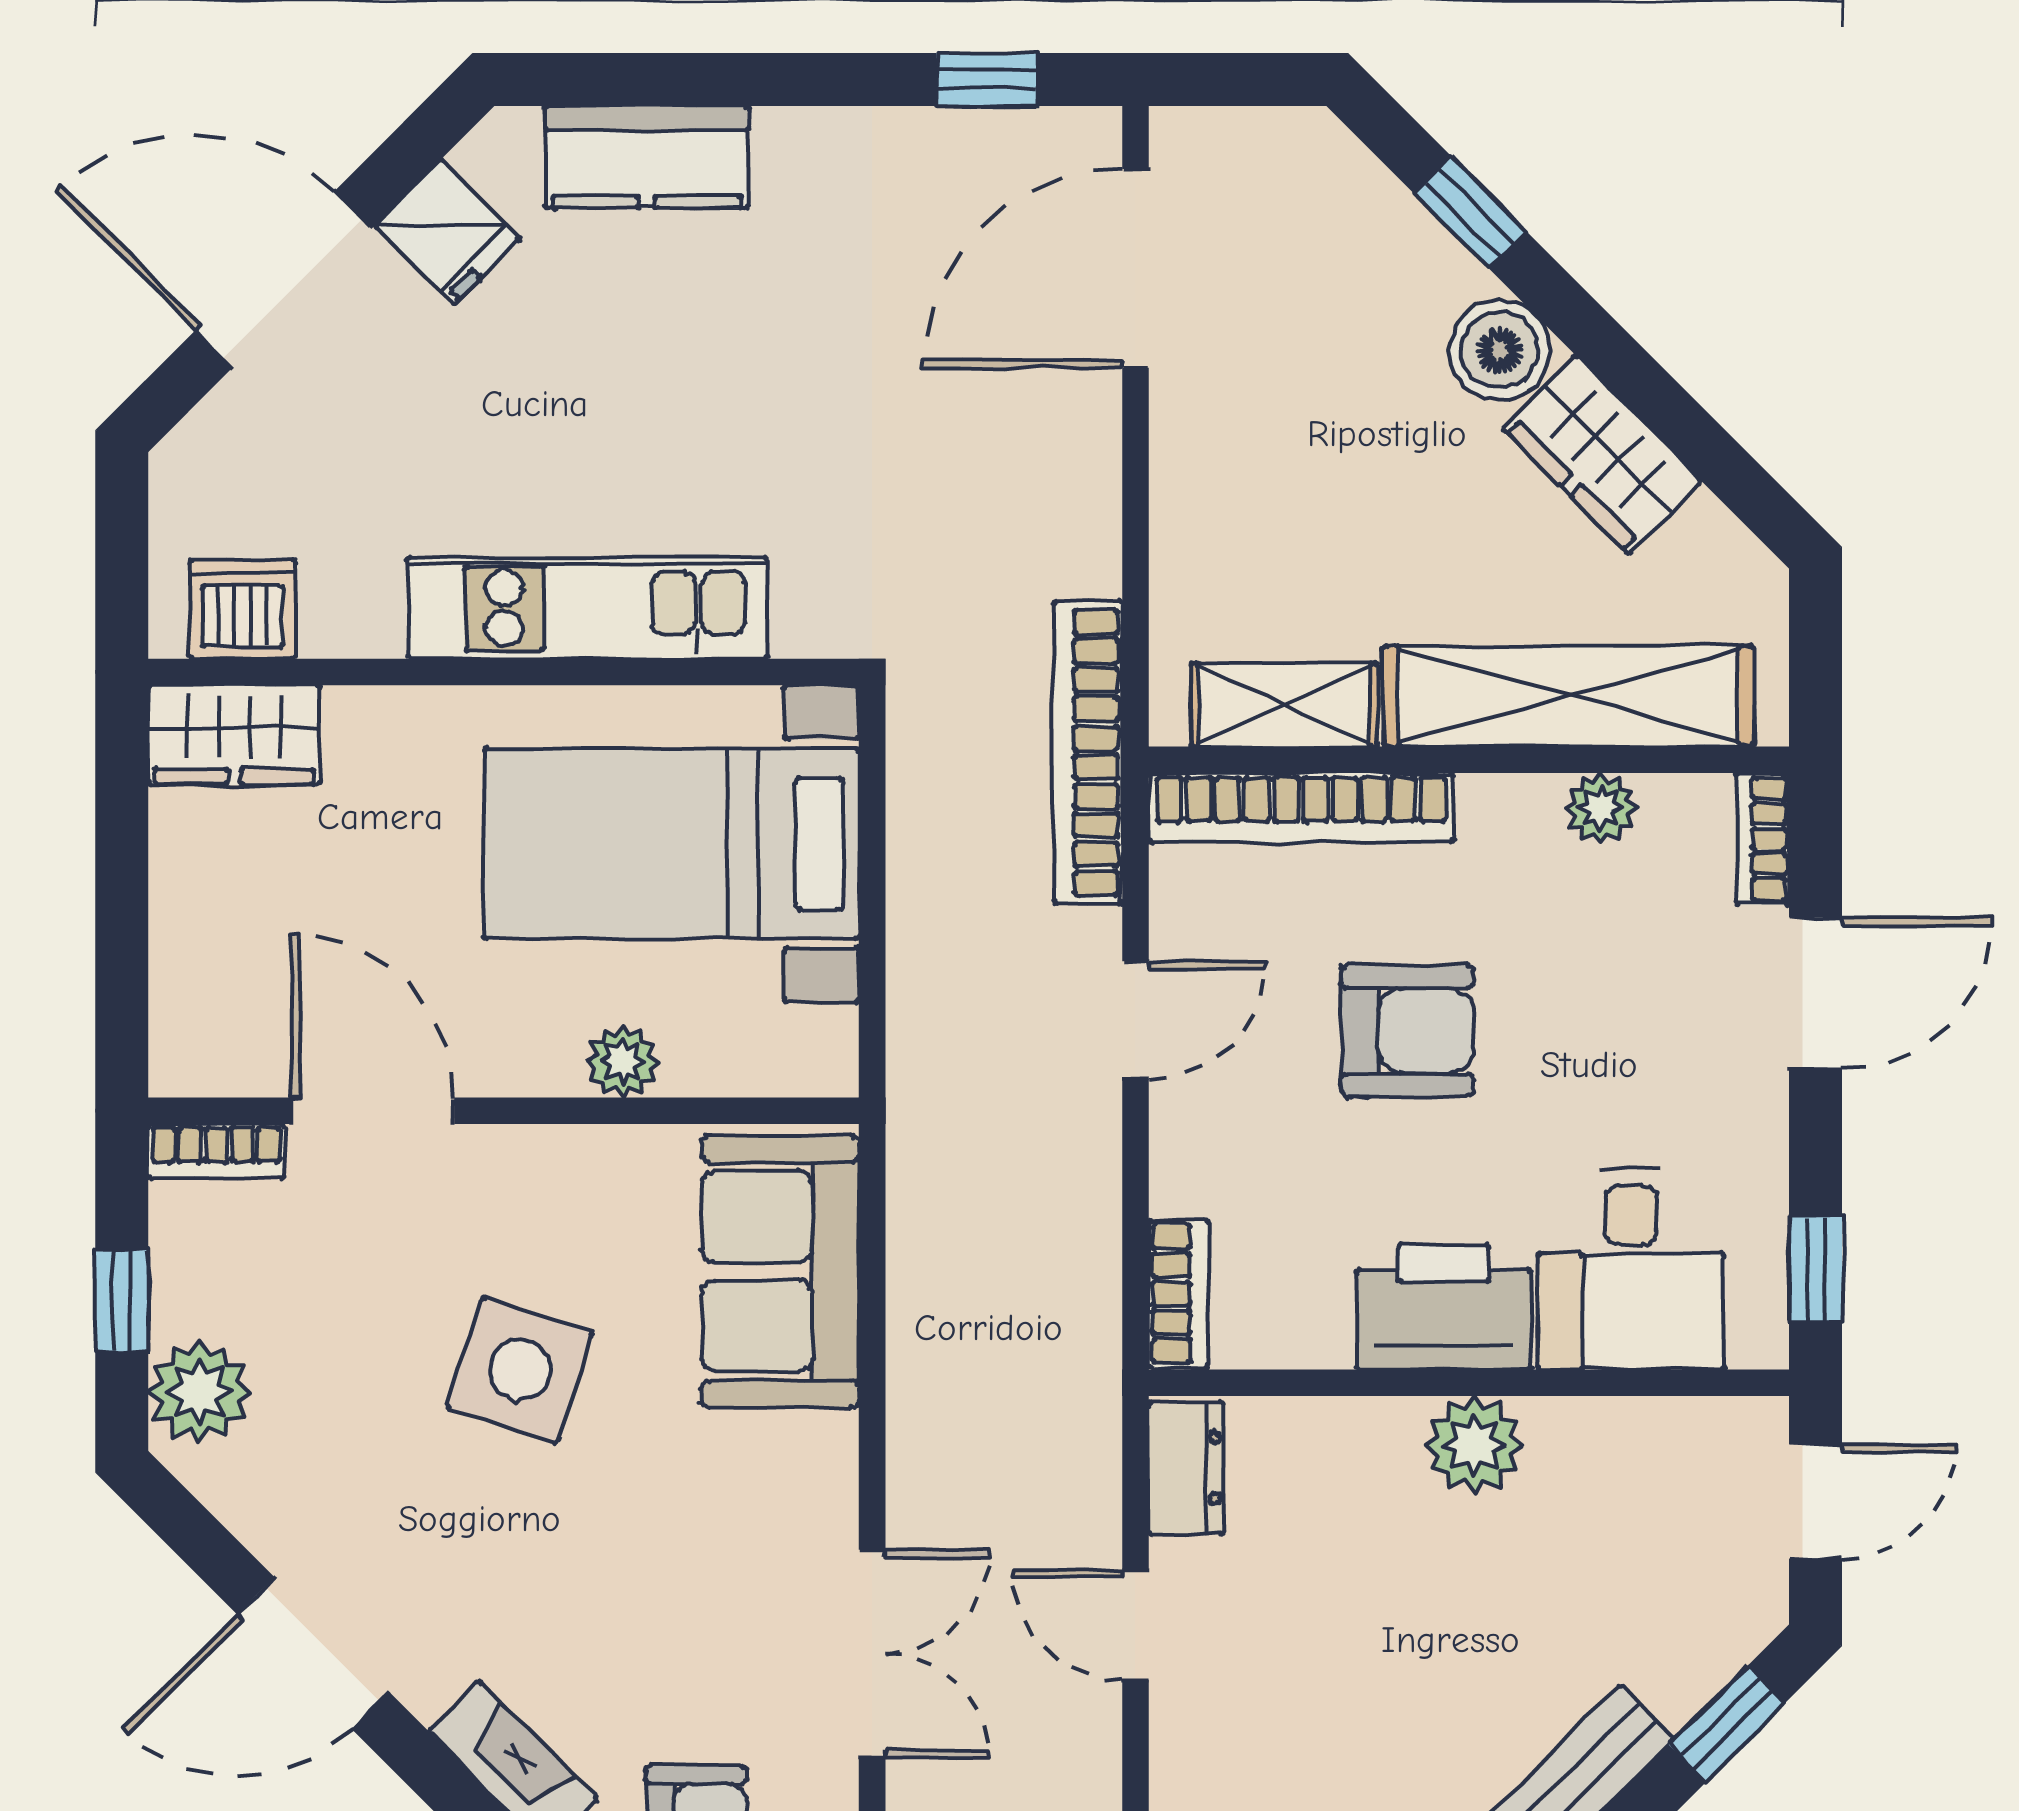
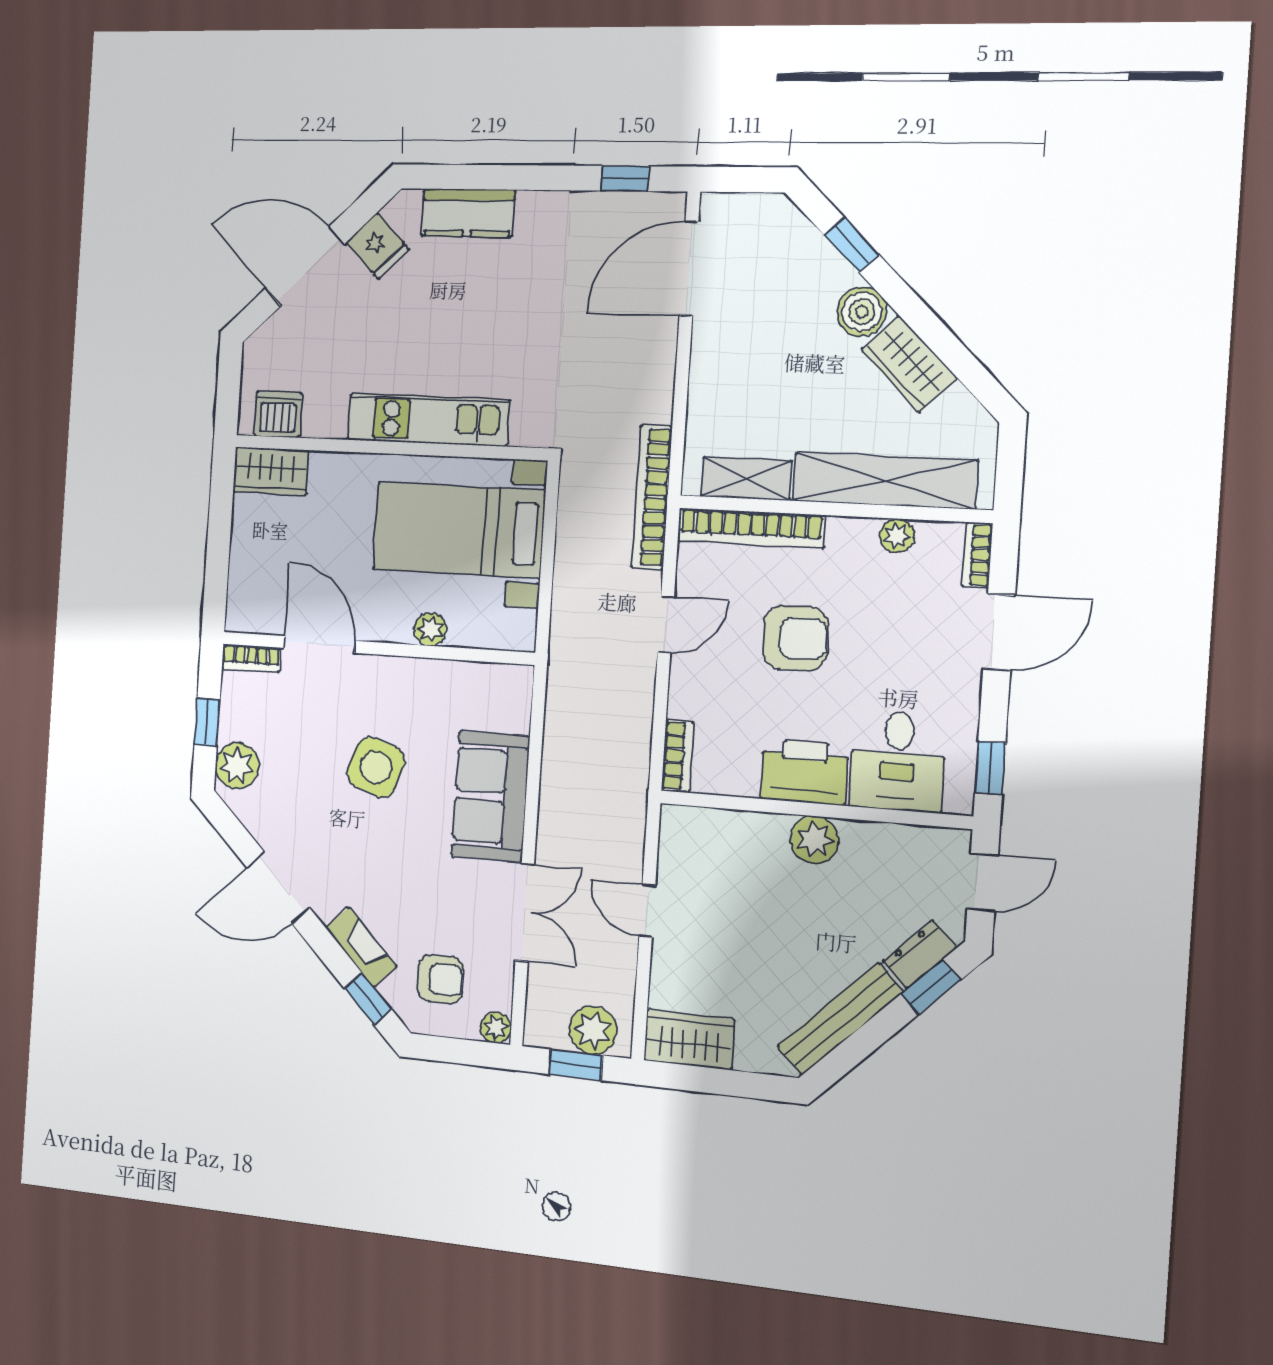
sofa: (780, 1271) -> (490, 797), moved
dresser: (1186, 1468) -> (919, 955), moved, turned -135

